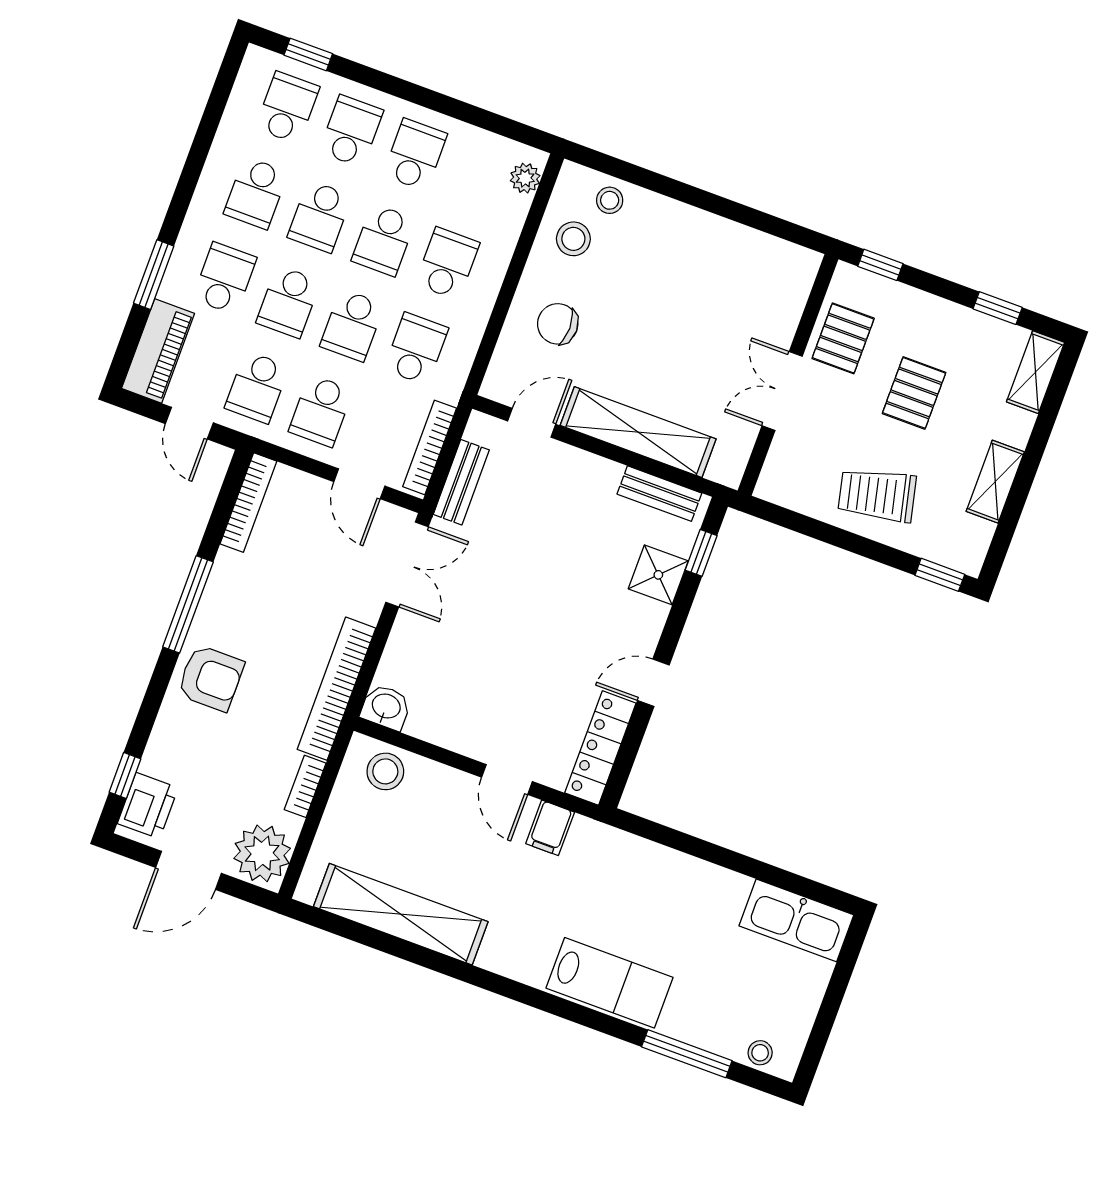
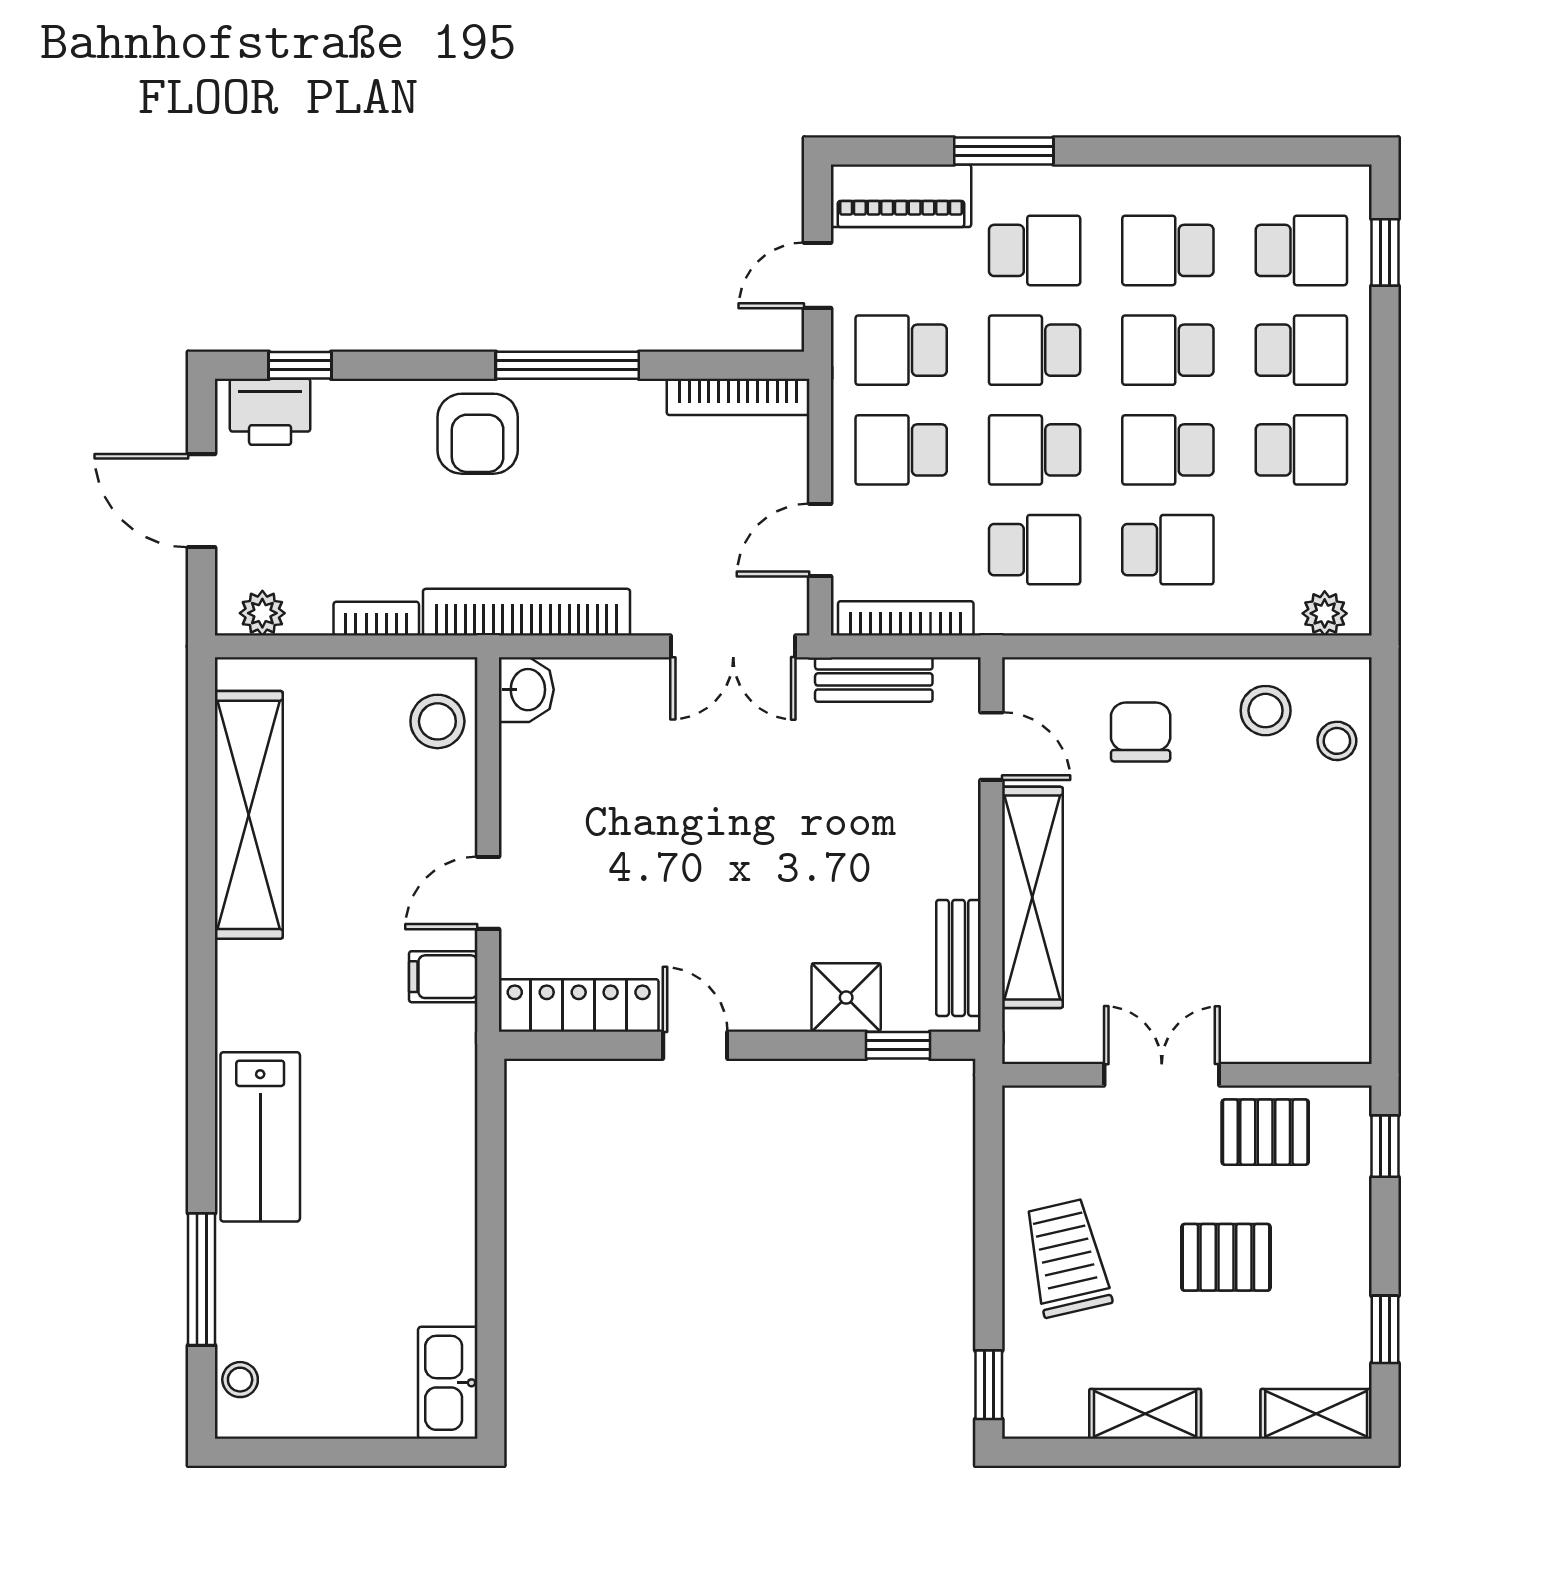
plant: (262, 853) -> (262, 613), width x0.53, depth x0.53
kitchen sink: (796, 920) -> (448, 1383), width x0.73, depth x0.81

